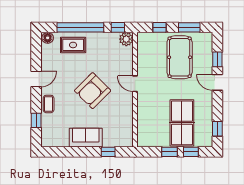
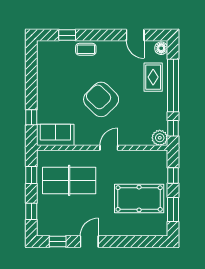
window: (217, 59) -> (137, 242), removed
door: (36, 79) -> (135, 35), moved
door: (217, 82) -> (89, 242), moved
table tennis table: (182, 123) -> (69, 180), moved
sofa: (86, 138) -> (55, 135), moved, turned -90
window: (169, 152) -> (31, 175), moved

